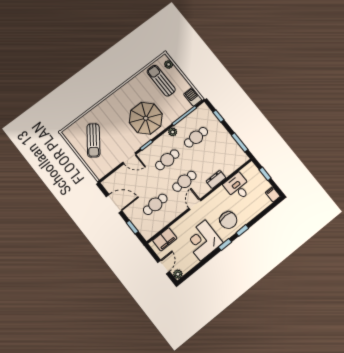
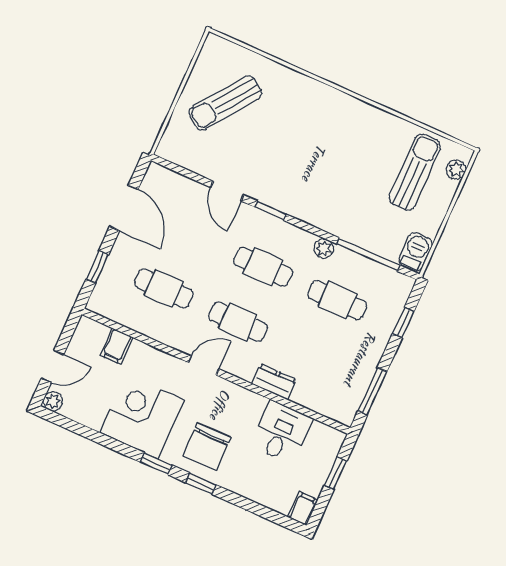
parasol: (146, 118) -> (323, 181), removed
filing cabinet: (165, 239) -> (117, 346), width x0.50

